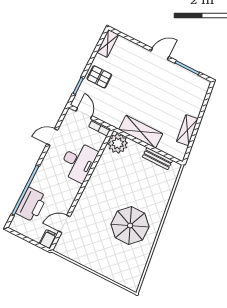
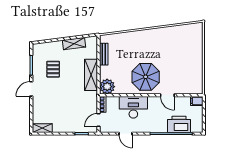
door: (160, 54) -> (31, 89), hinge flipped
pallet: (99, 77) -> (53, 69), moved
door: (64, 224) -> (167, 95), moved
parasol: (130, 226) -> (146, 77), moved

